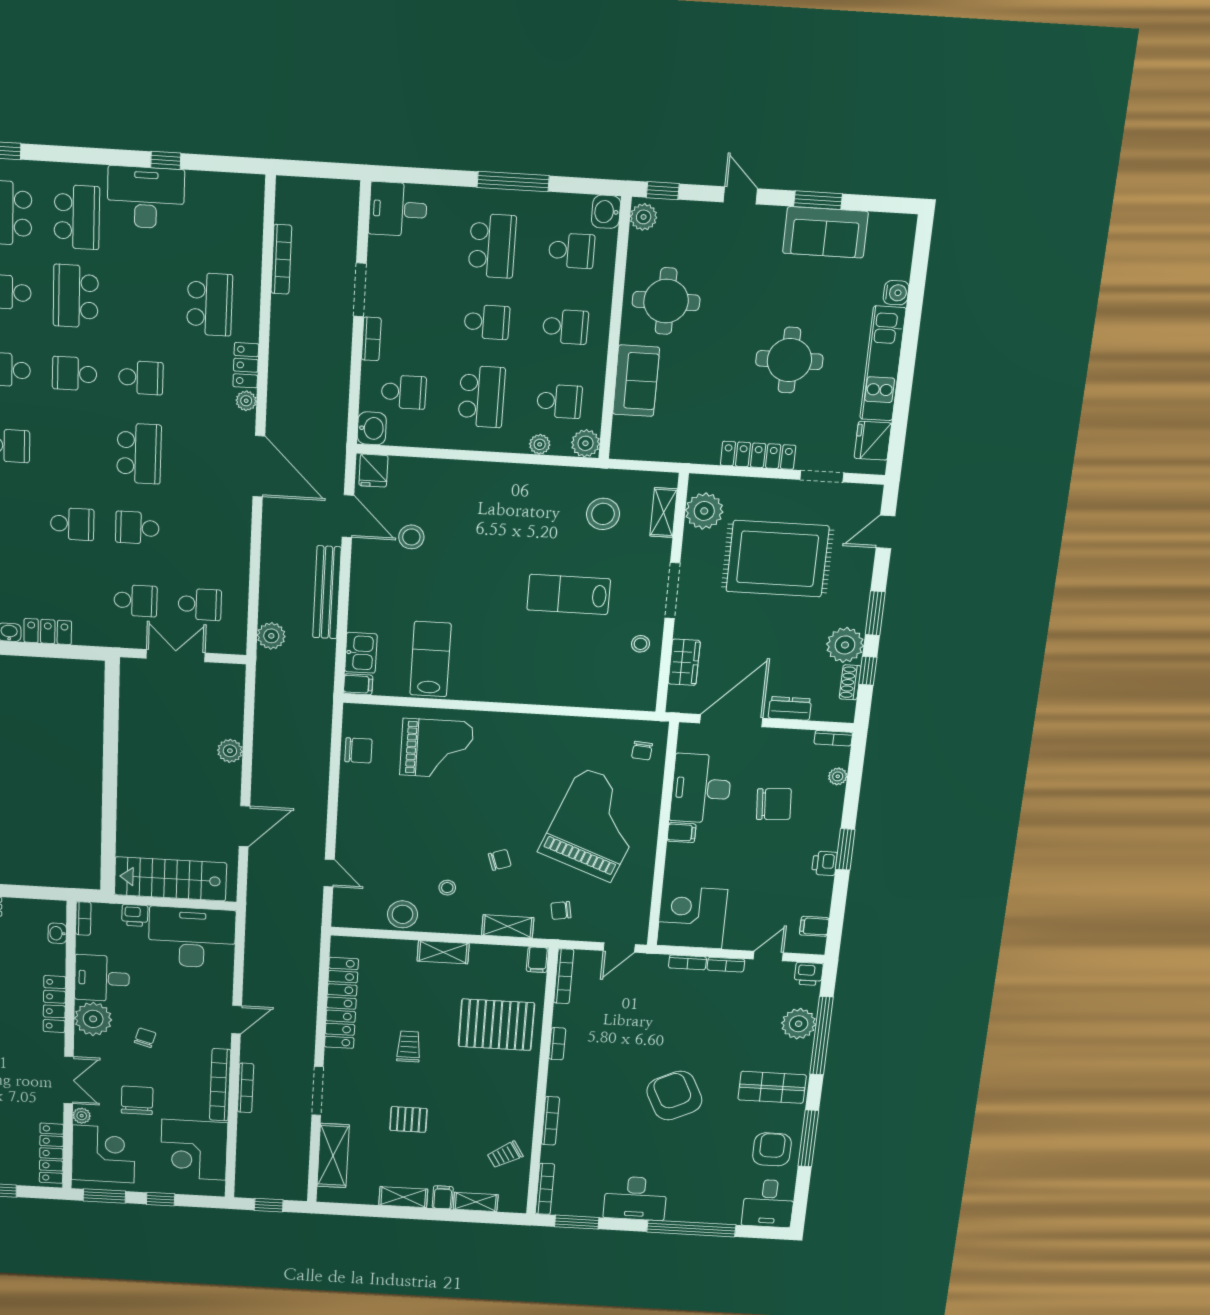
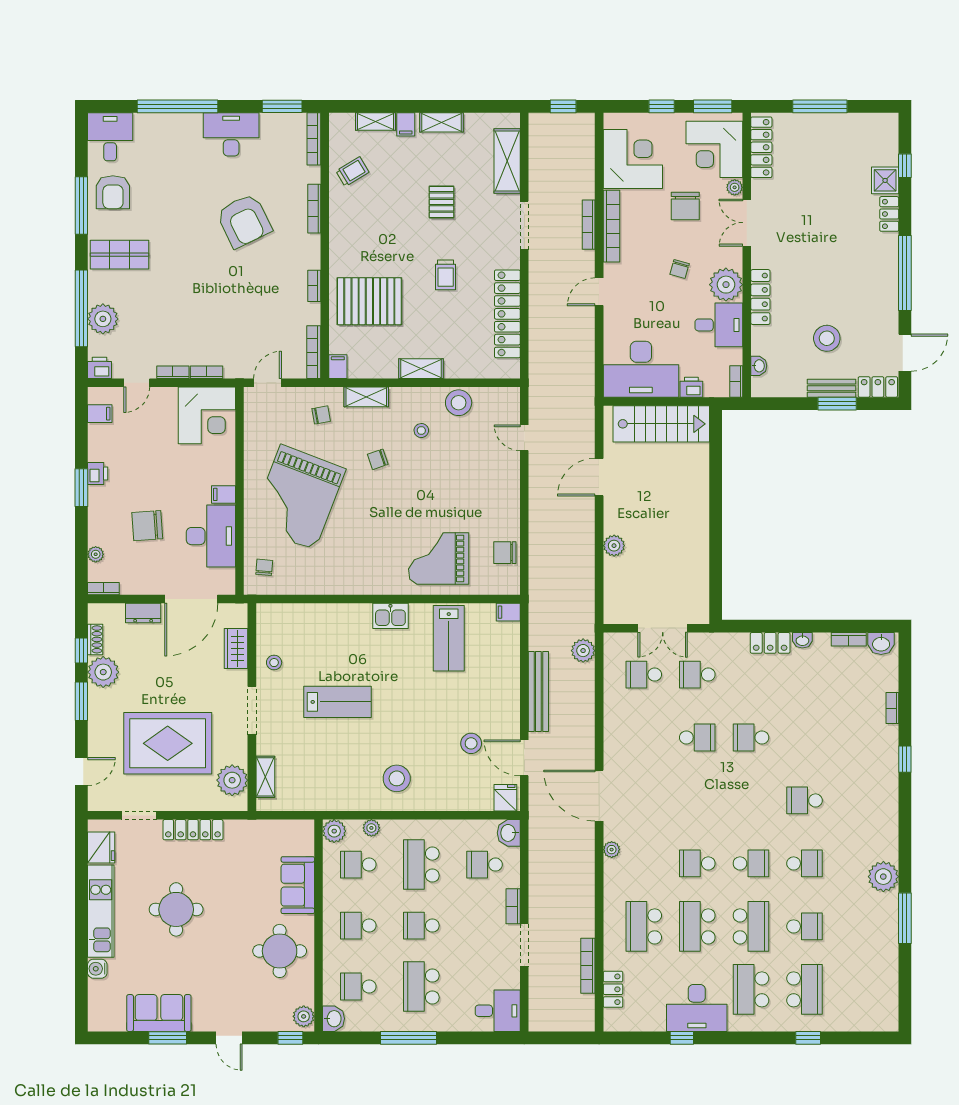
locker: (246, 365) -> (613, 989), moved
school desk: (139, 453) -> (697, 926), moved
stool: (603, 514) -> (397, 778), moved
kitchen sink: (361, 653) -> (390, 616), moved, turned -90
armchair: (674, 1096) -> (244, 221), moved
pallet: (408, 1119) -> (441, 202), turned 90

